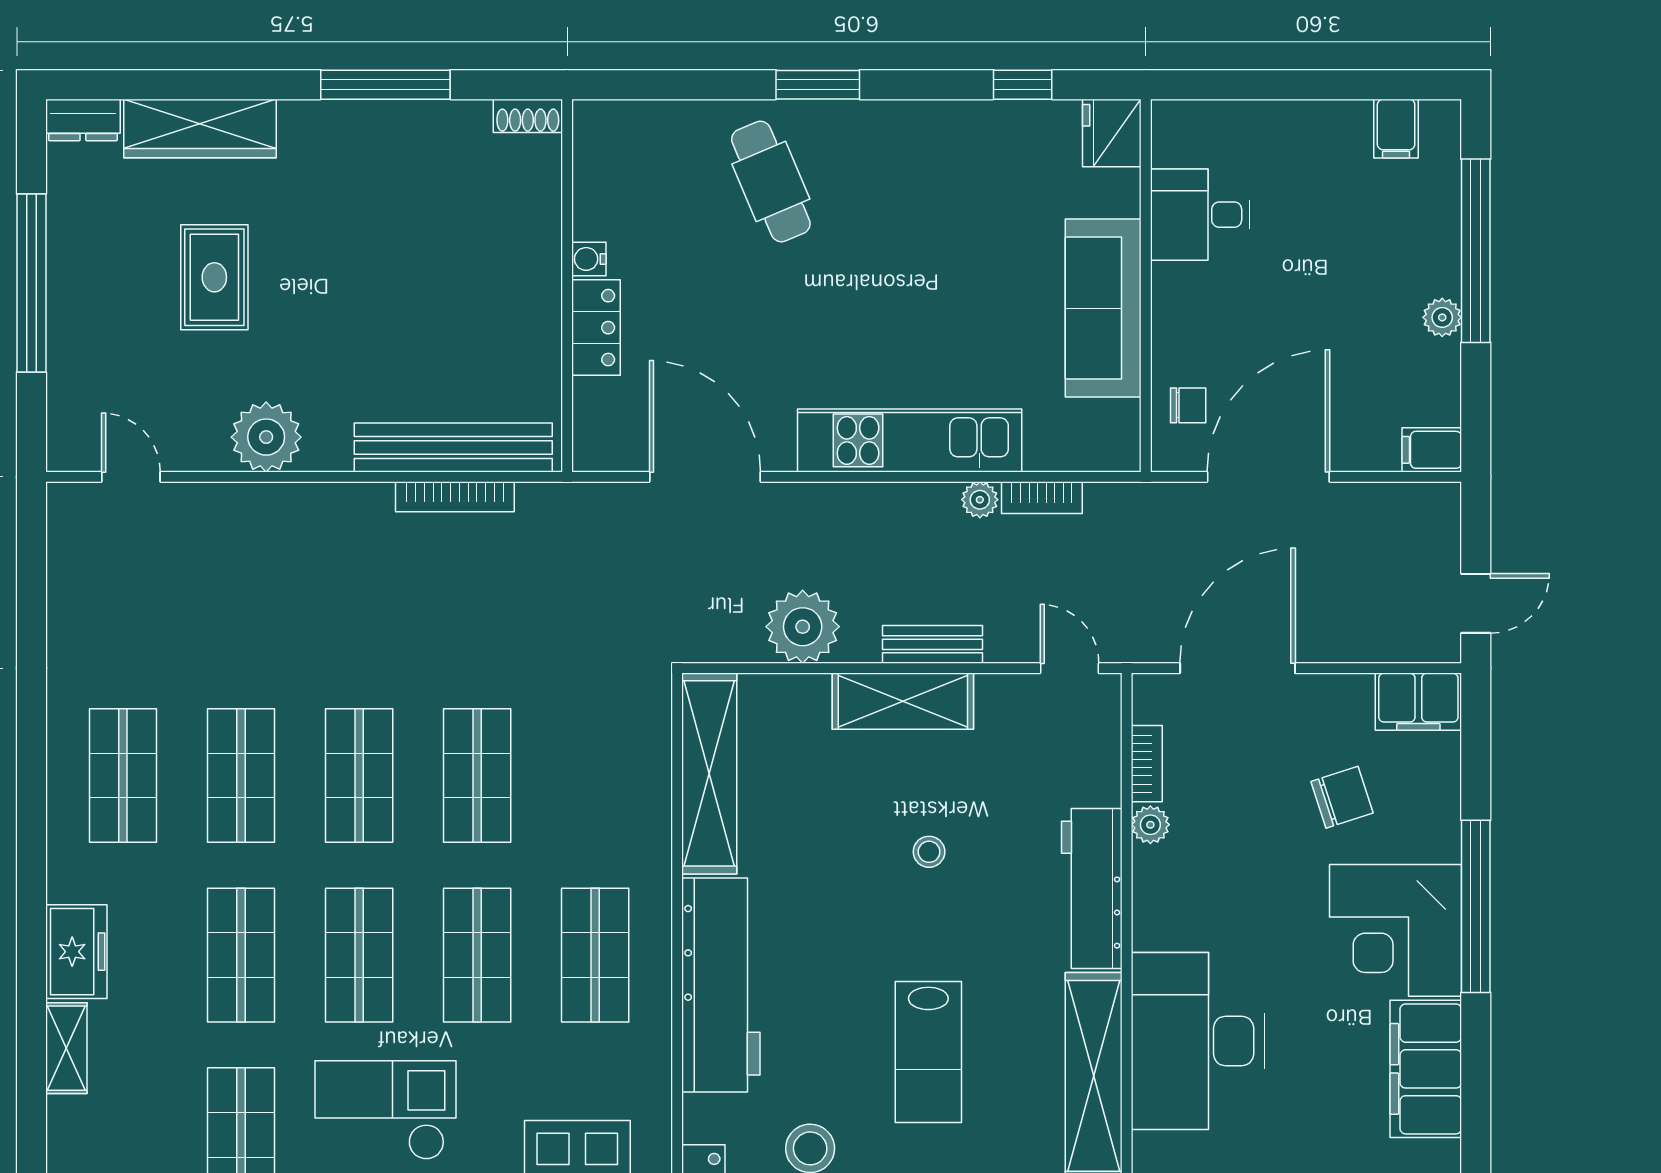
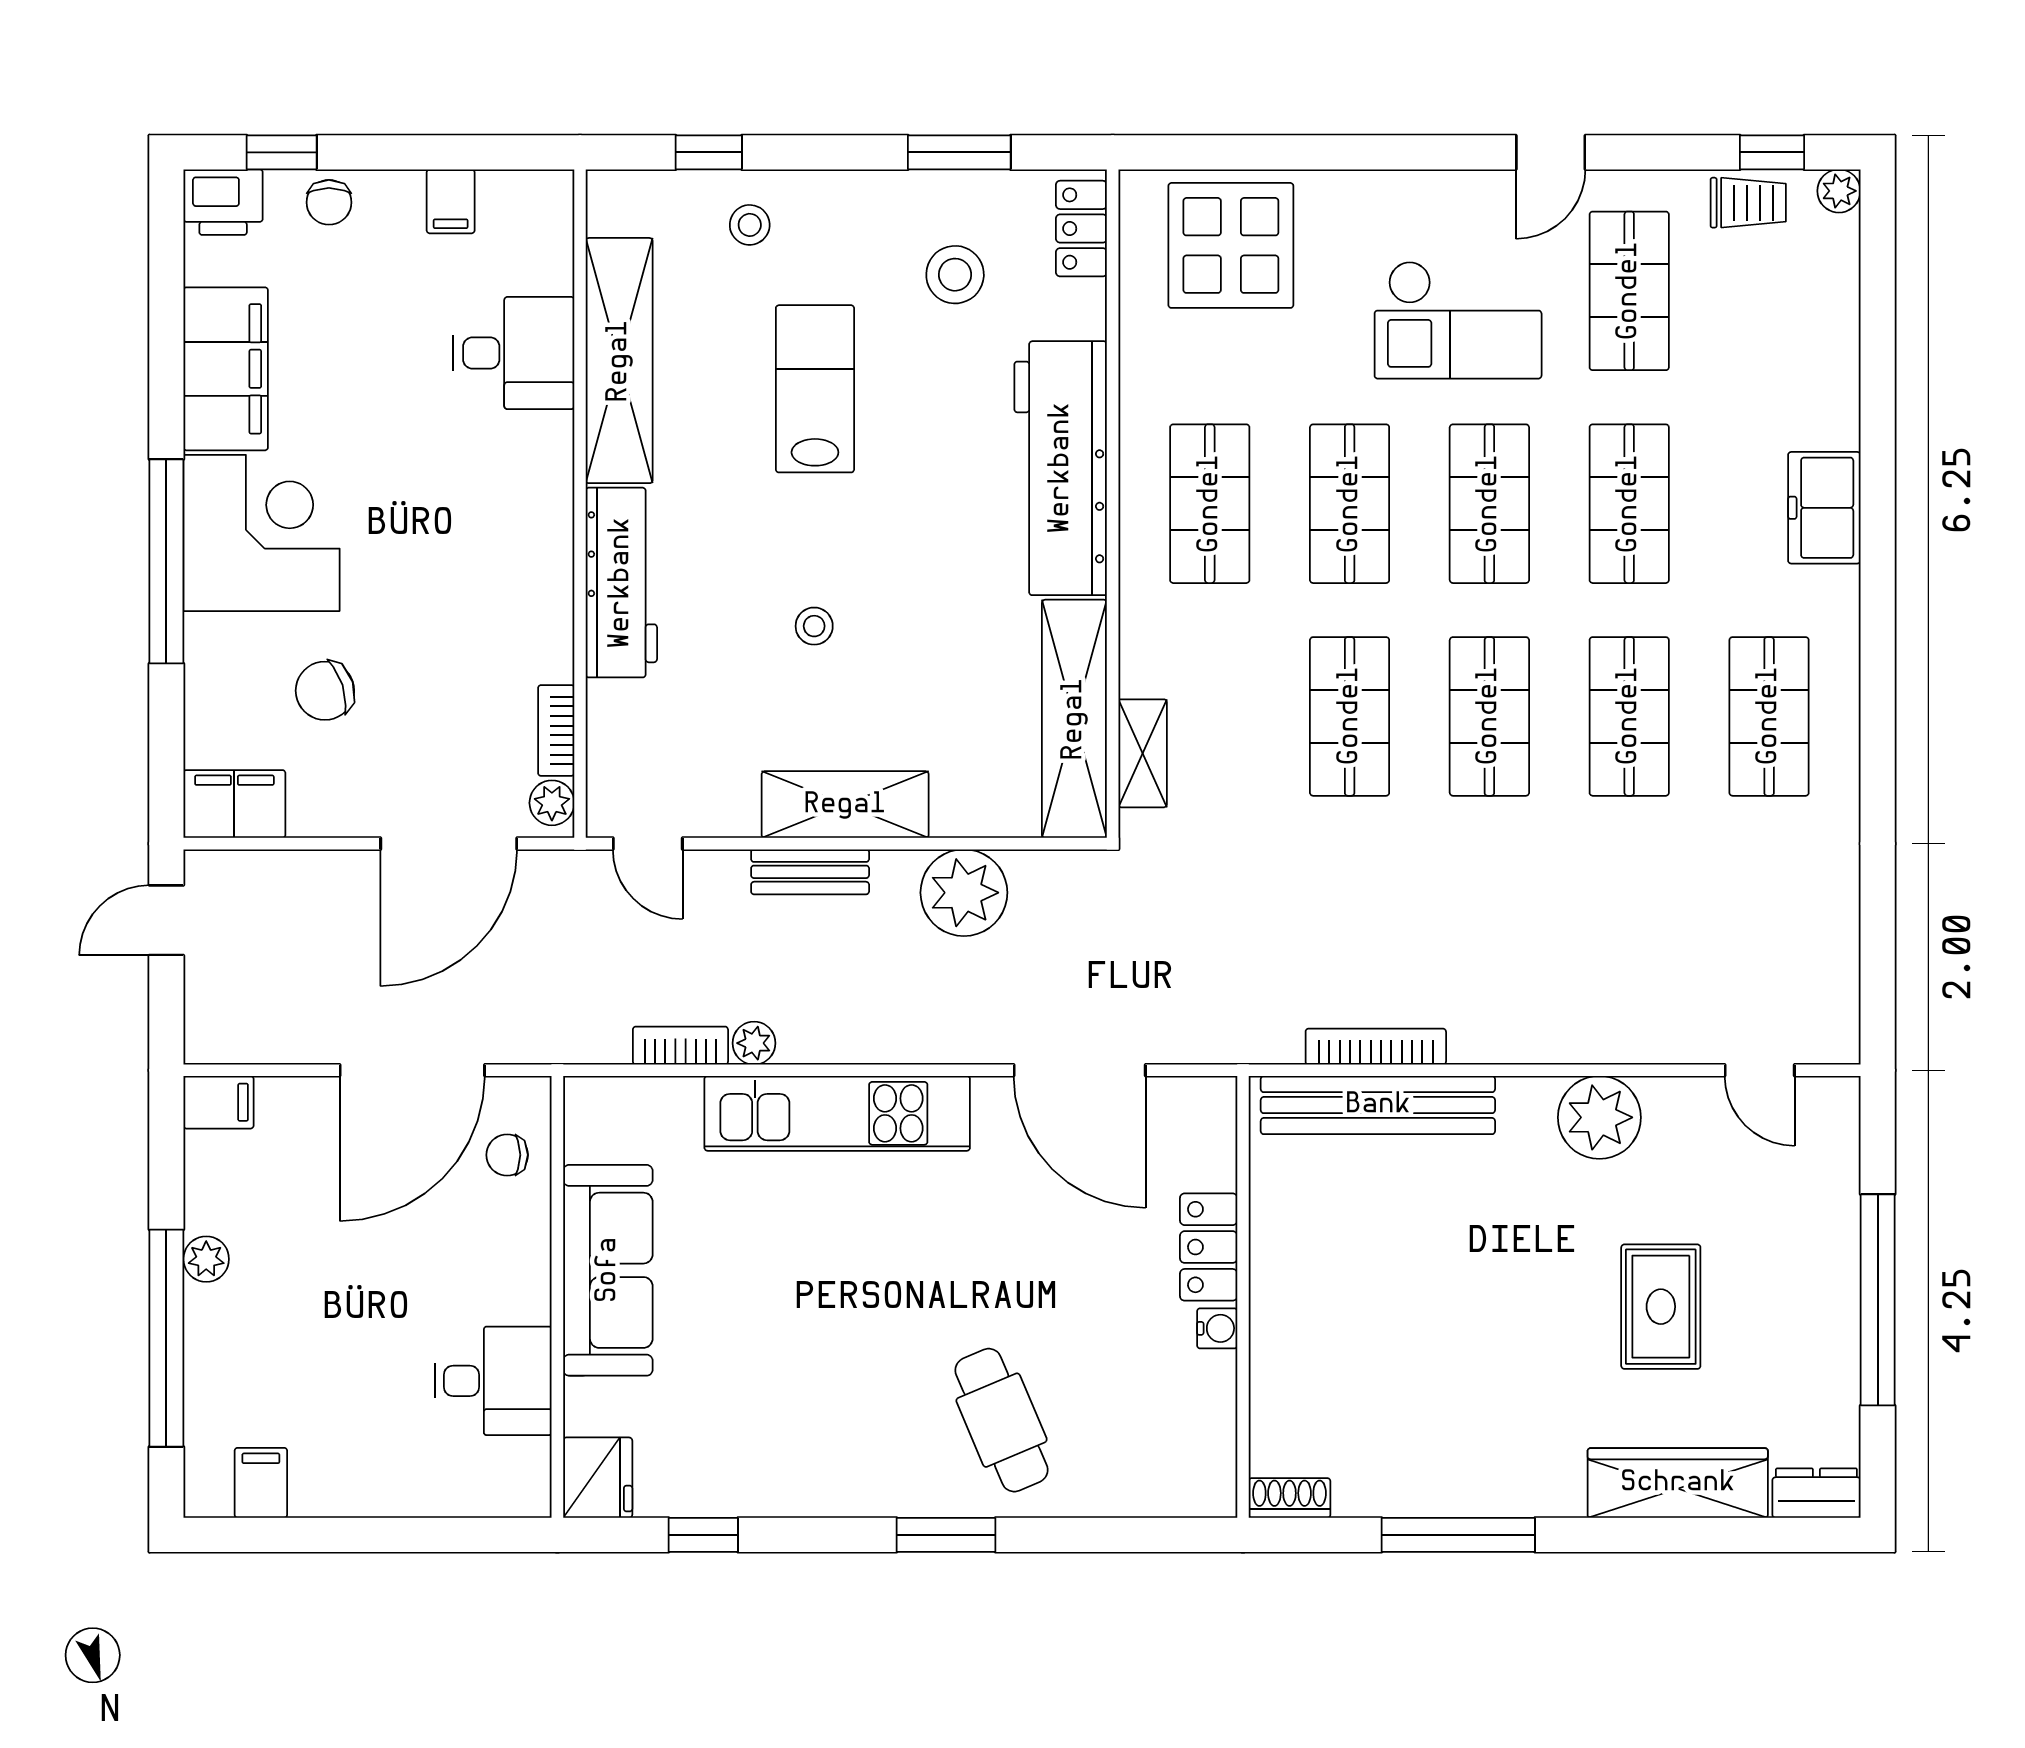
plant: (1150, 825) -> (552, 803), moved
desk: (1198, 1041) -> (514, 353), width x0.53, depth x0.77
shelving: (66, 1048) -> (1143, 753), moved

